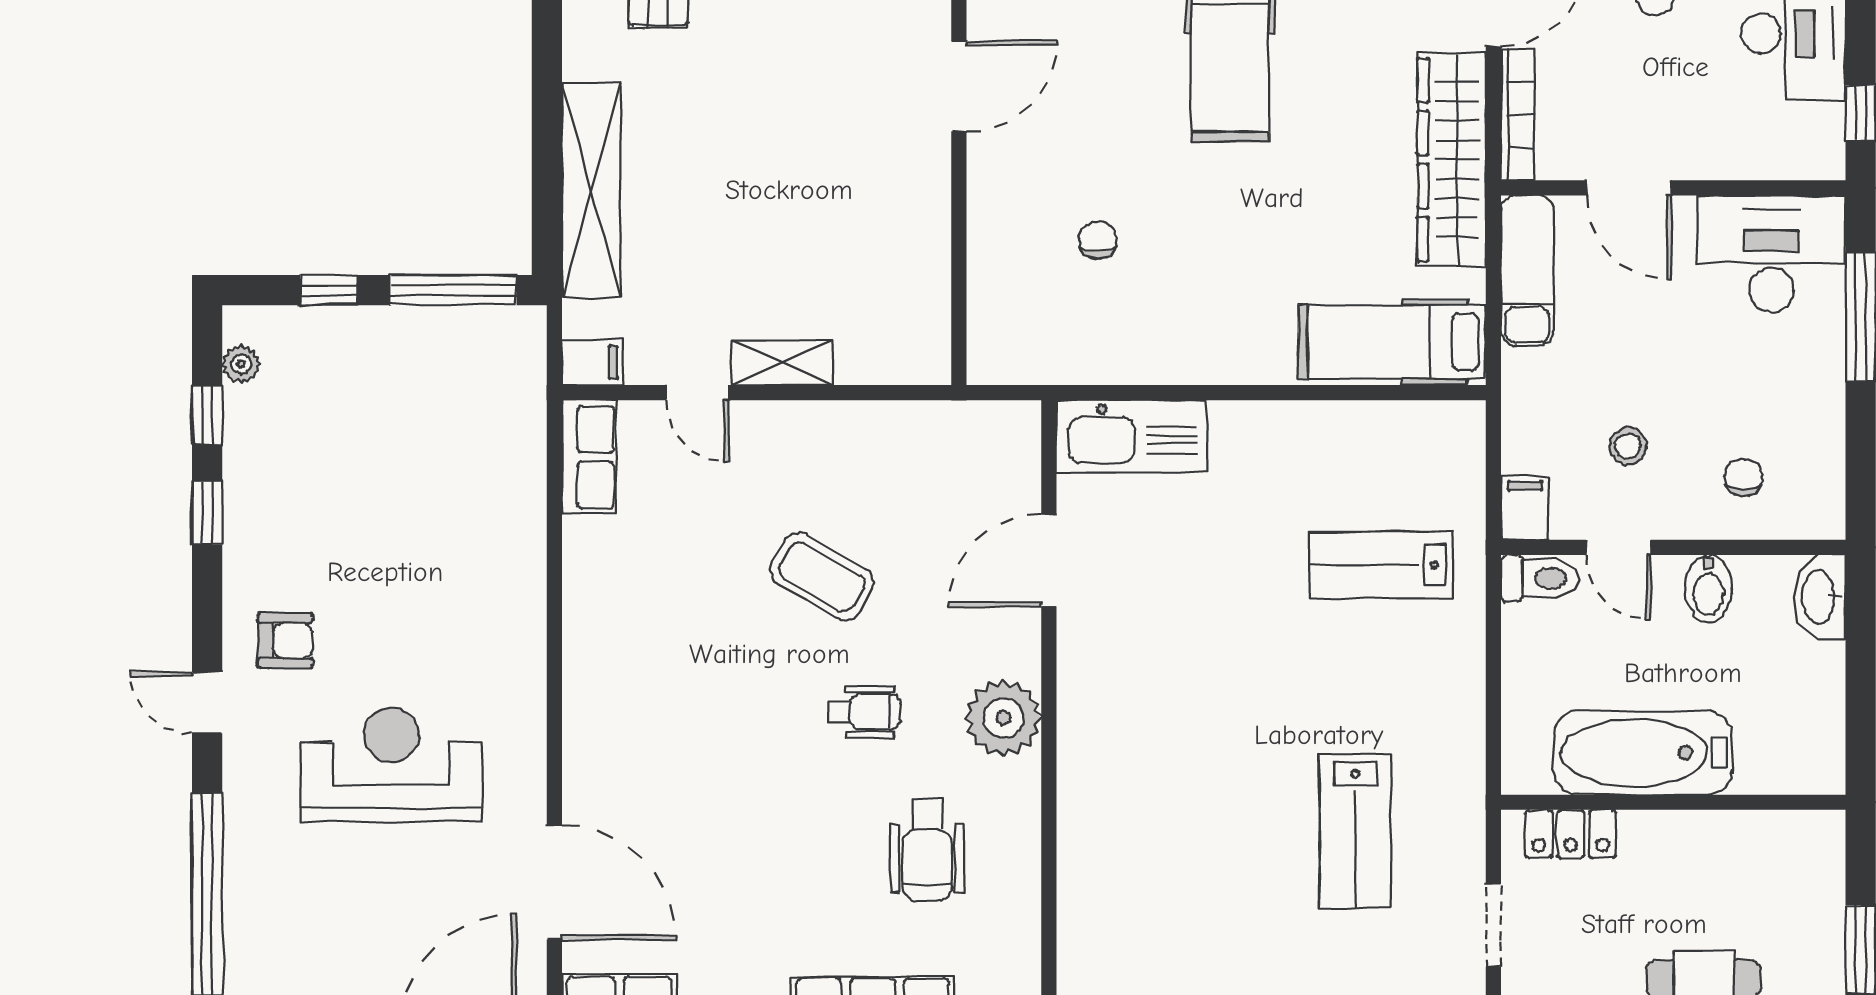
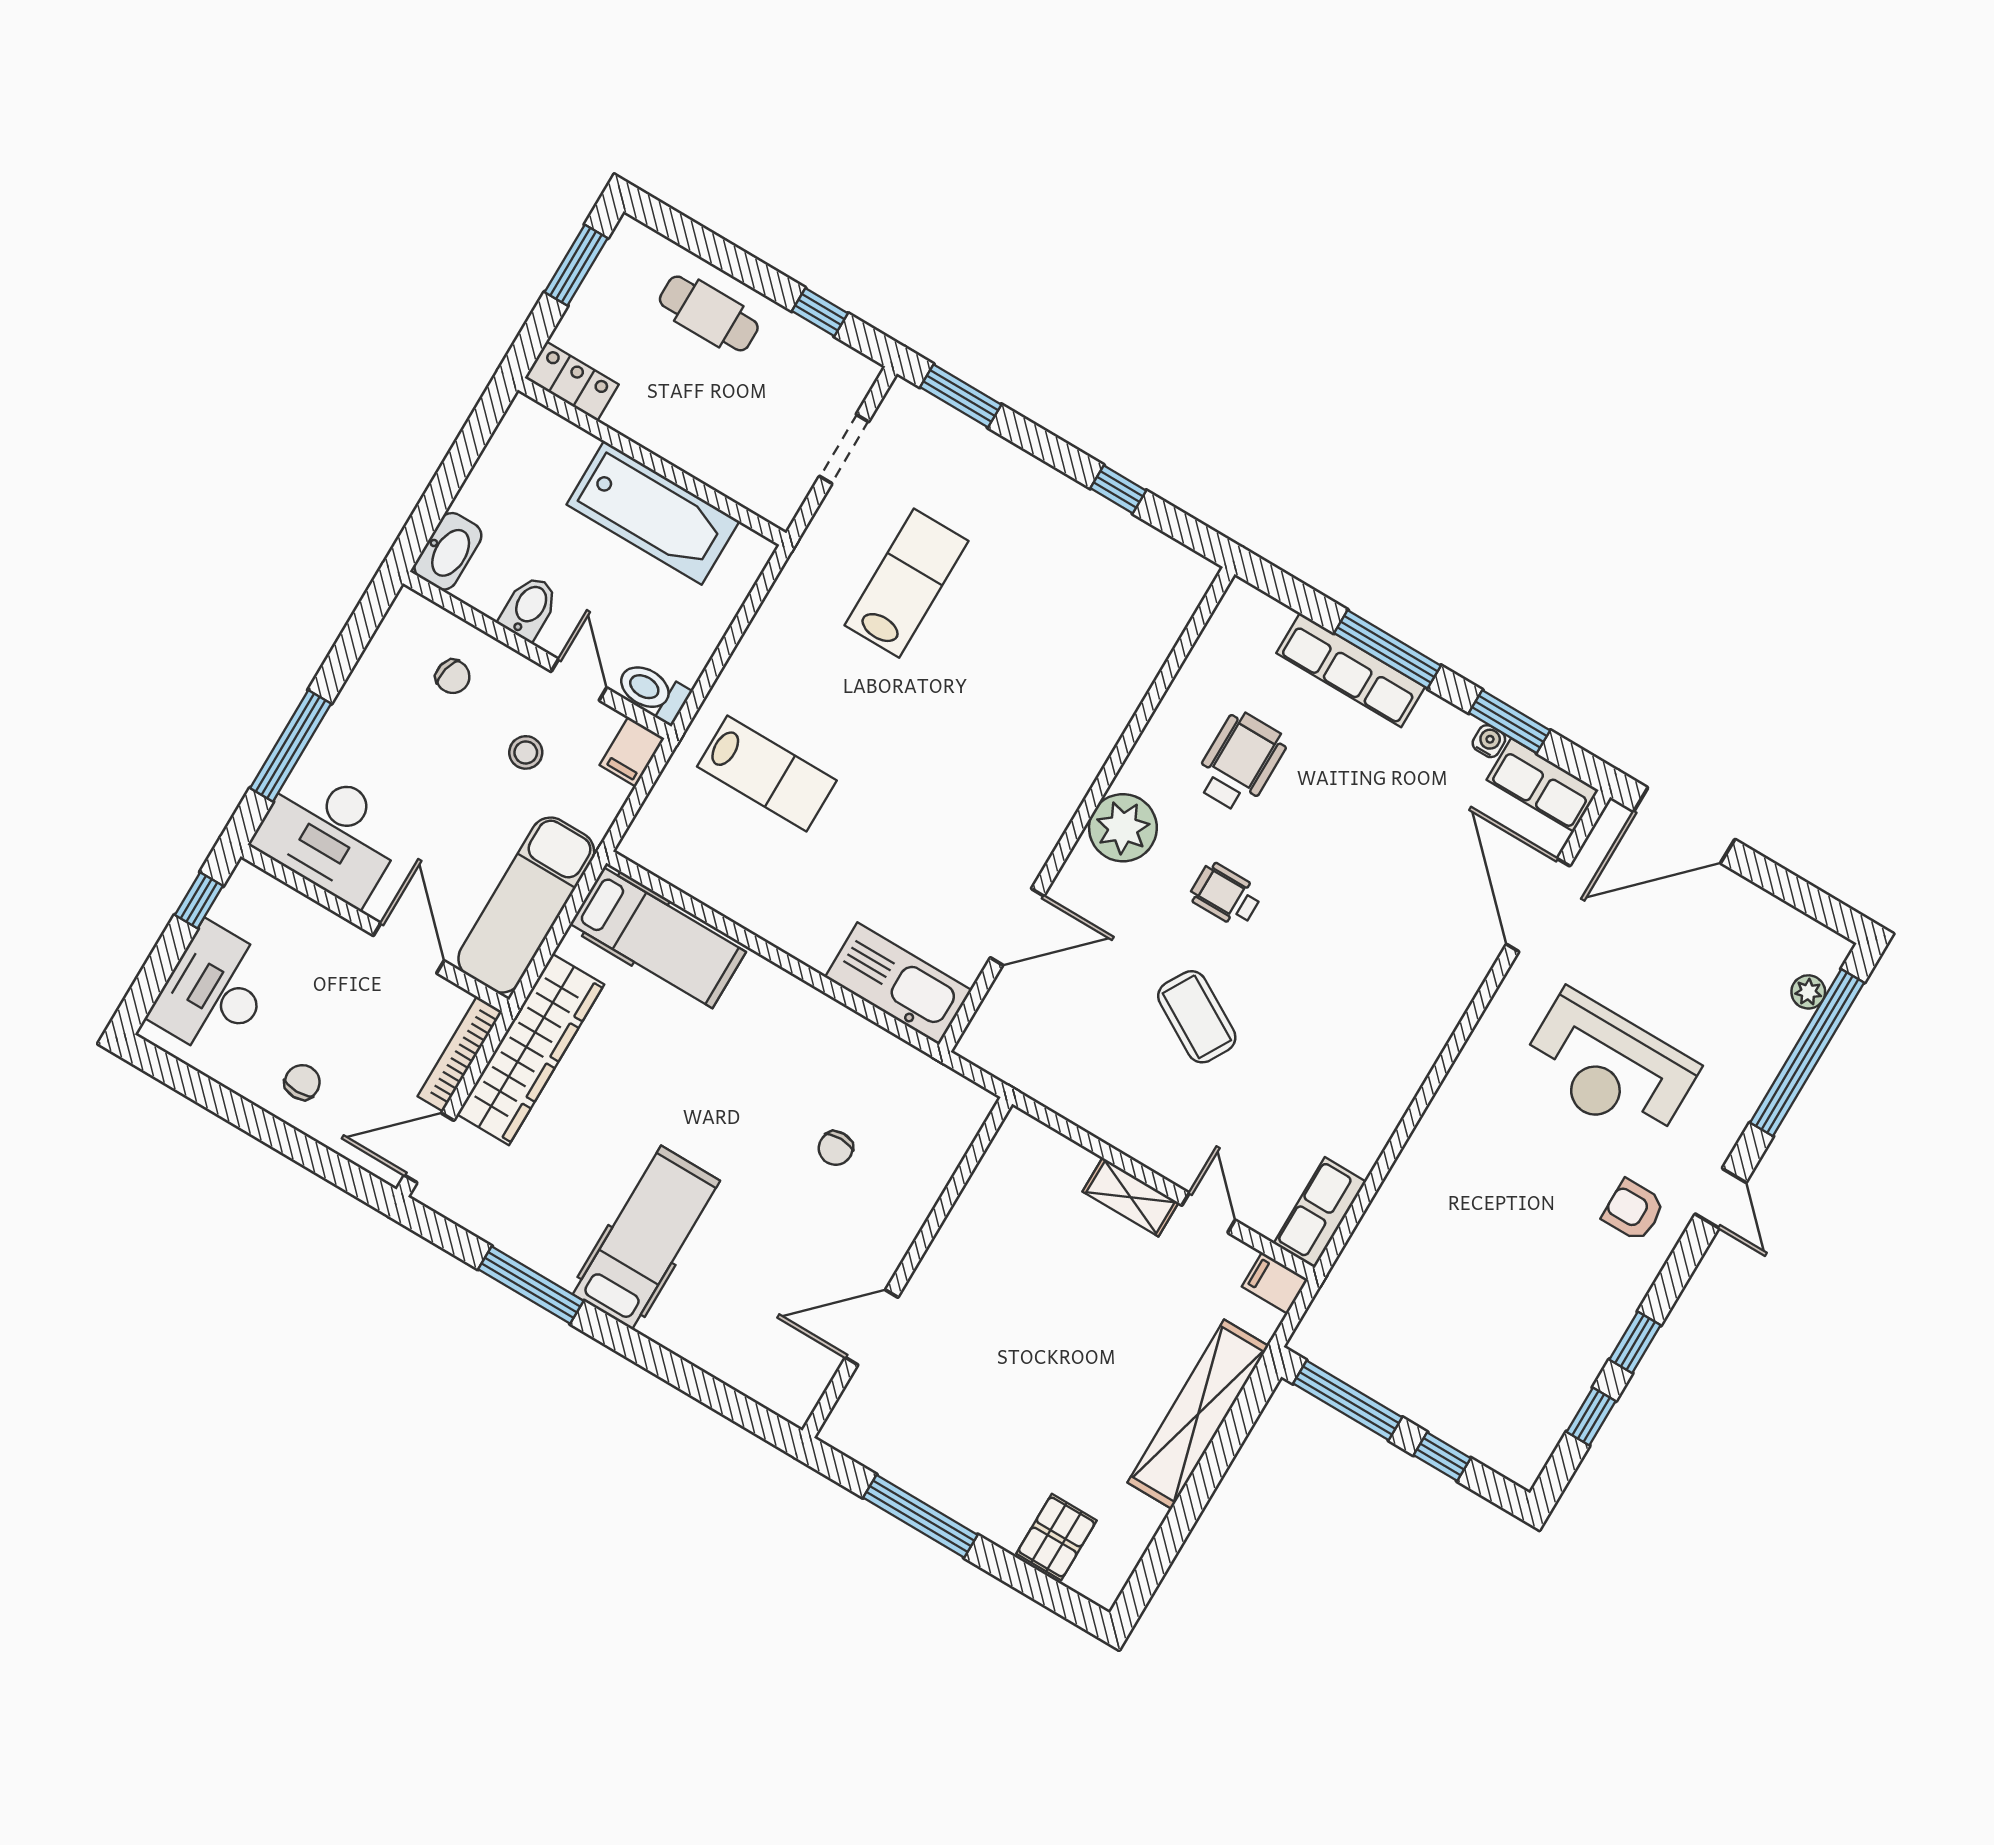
exam couch: (1527, 270) -> (526, 905), width x1.36, depth x1.45
plant: (241, 364) -> (1808, 992), moved
chair: (1743, 478) -> (453, 677), turned -77
locker: (1571, 834) -> (572, 381), moved

